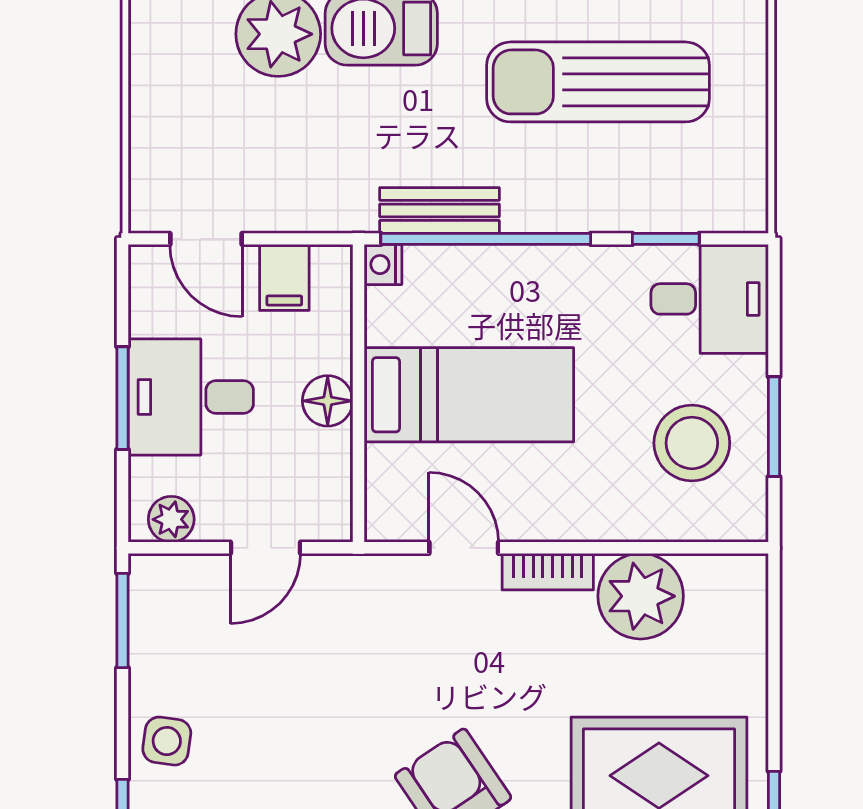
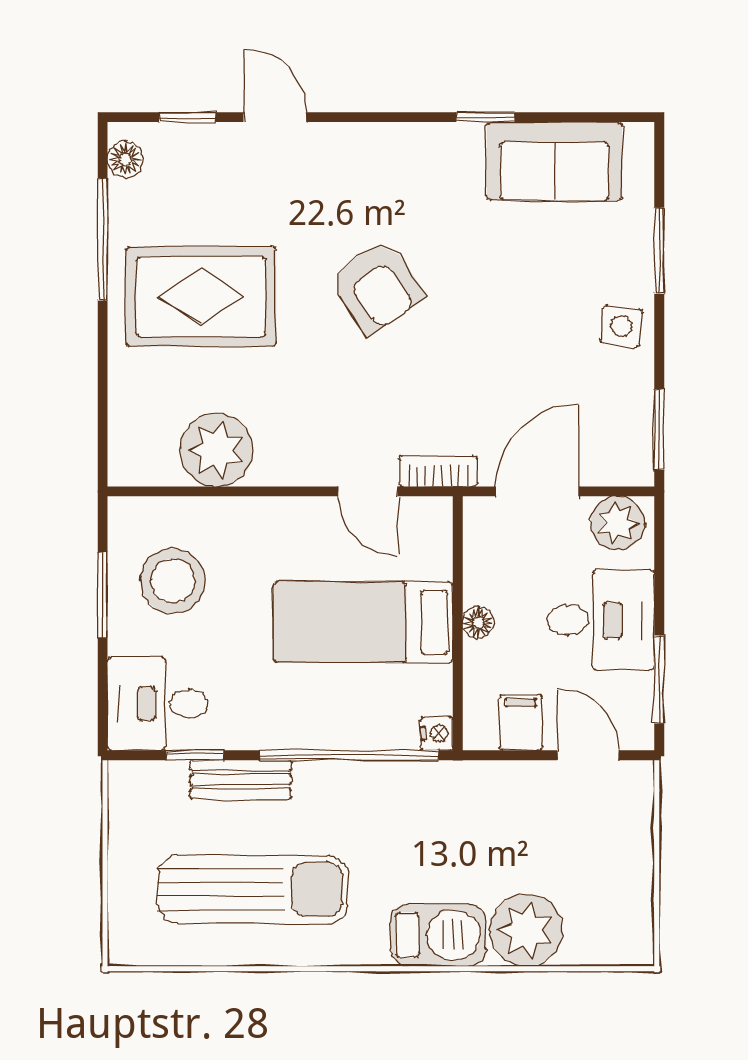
bench: (439, 210) -> (241, 780), moved
window: (123, 398) -> (659, 679), moved
floor lamp: (328, 401) -> (478, 623), width x0.73, depth x0.73
plant: (171, 519) -> (618, 523), width x1.38, depth x1.38
door: (265, 548) -> (537, 491), width x1.38
bookcase: (548, 572) -> (438, 471), moved

